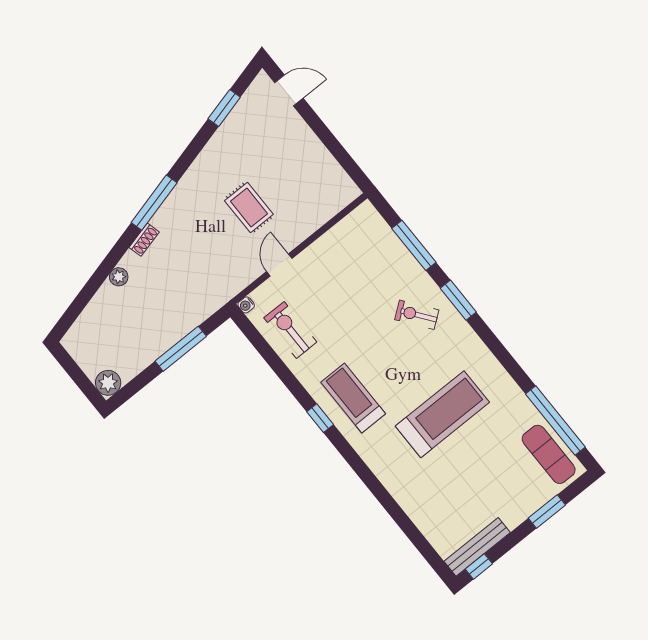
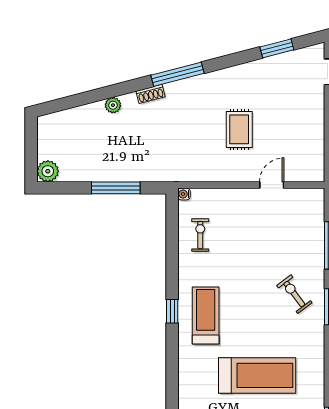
door: (279, 265) -> (272, 185), moved
exercise bike: (290, 330) -> (200, 235), width x0.73, depth x0.72

